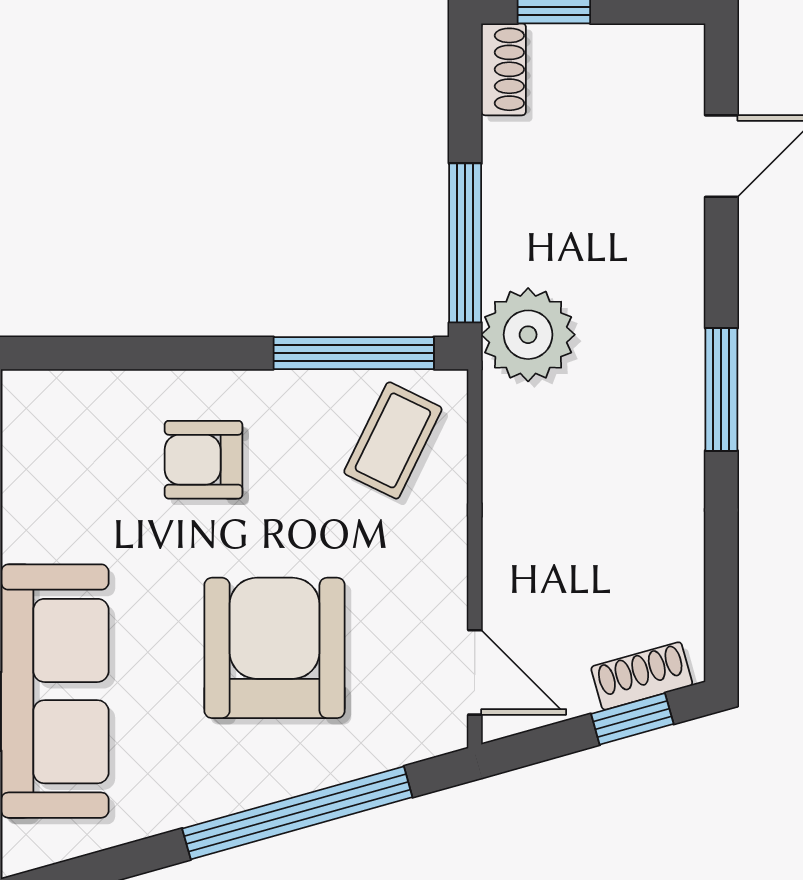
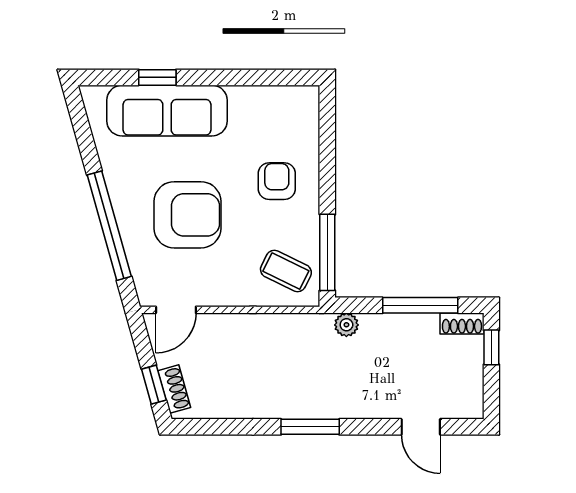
window: (465, 243) -> (420, 305), moved
plant: (528, 335) -> (346, 325), width x0.53, depth x0.53

